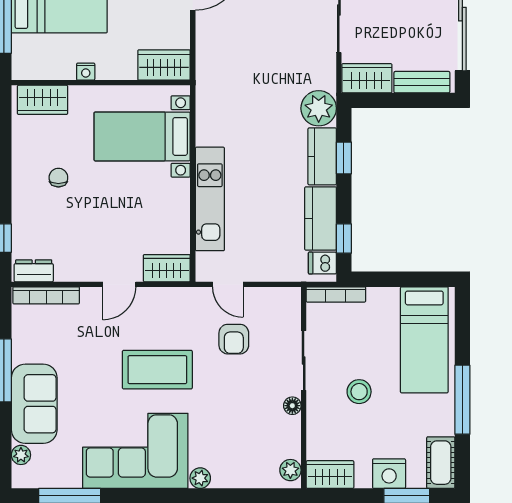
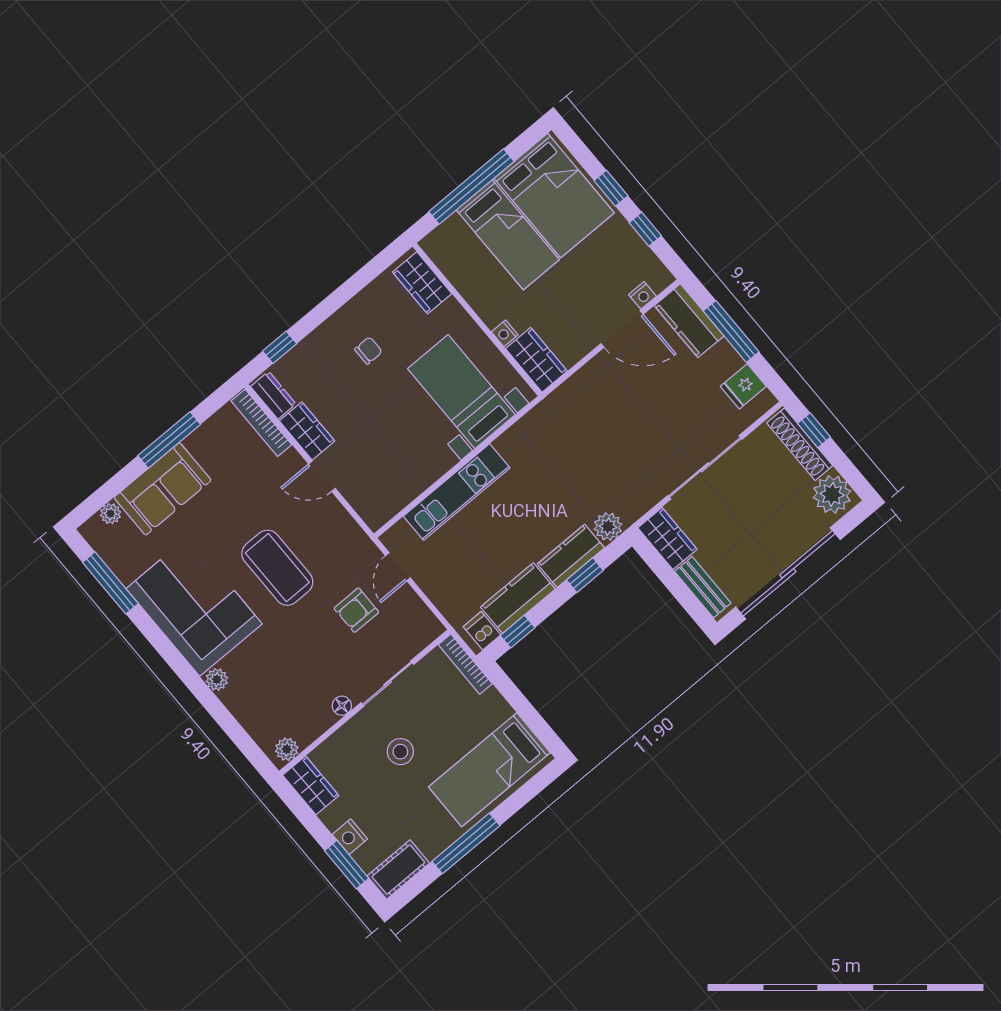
nightstand: (86, 72) -> (505, 333), moved
plant: (319, 108) -> (608, 527), width x0.73, depth x0.73
wardrobe: (167, 268) -> (307, 431), moved
nightstand: (389, 474) -> (350, 837), width x0.74, depth x0.75

